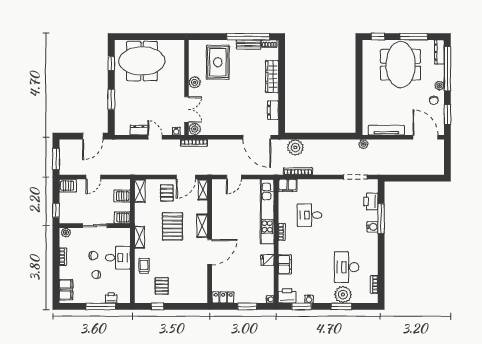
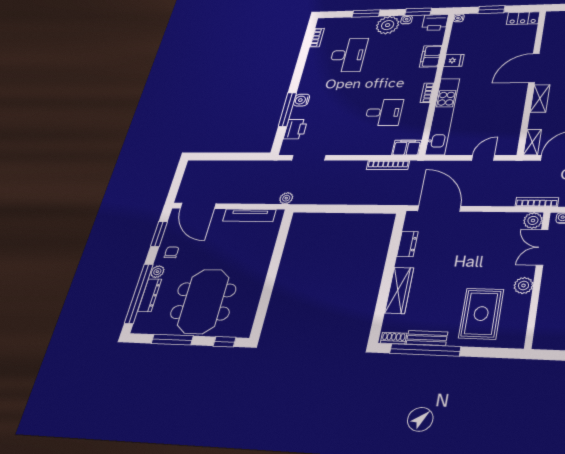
dresser: (439, 52) -> (150, 295), moved
plant: (295, 147) -> (385, 195), removed
plant: (343, 295) -> (388, 25), moved

